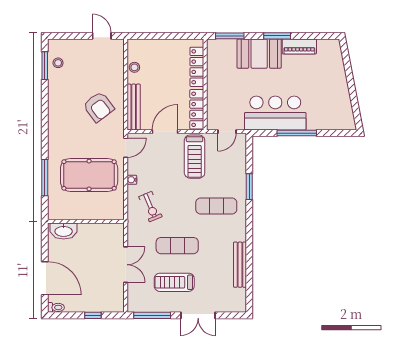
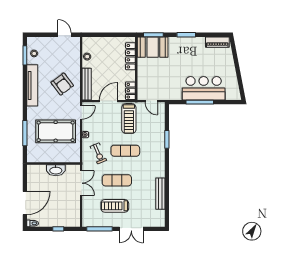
piano: (299, 46) -> (217, 42), moved
booth: (259, 54) -> (153, 47), moved
tv unit: (55, 109) -> (32, 85), added
locker: (197, 109) -> (130, 91), width x0.66
bar counter: (275, 113) -> (204, 88), moved
door: (227, 132) -> (151, 101), hinge flipped
exercise mat: (216, 206) -> (125, 151), moved
washbasin: (64, 231) -> (56, 170), moved
double door: (126, 265) -> (81, 183), moved
door: (45, 278) -> (25, 203), hinge flipped

